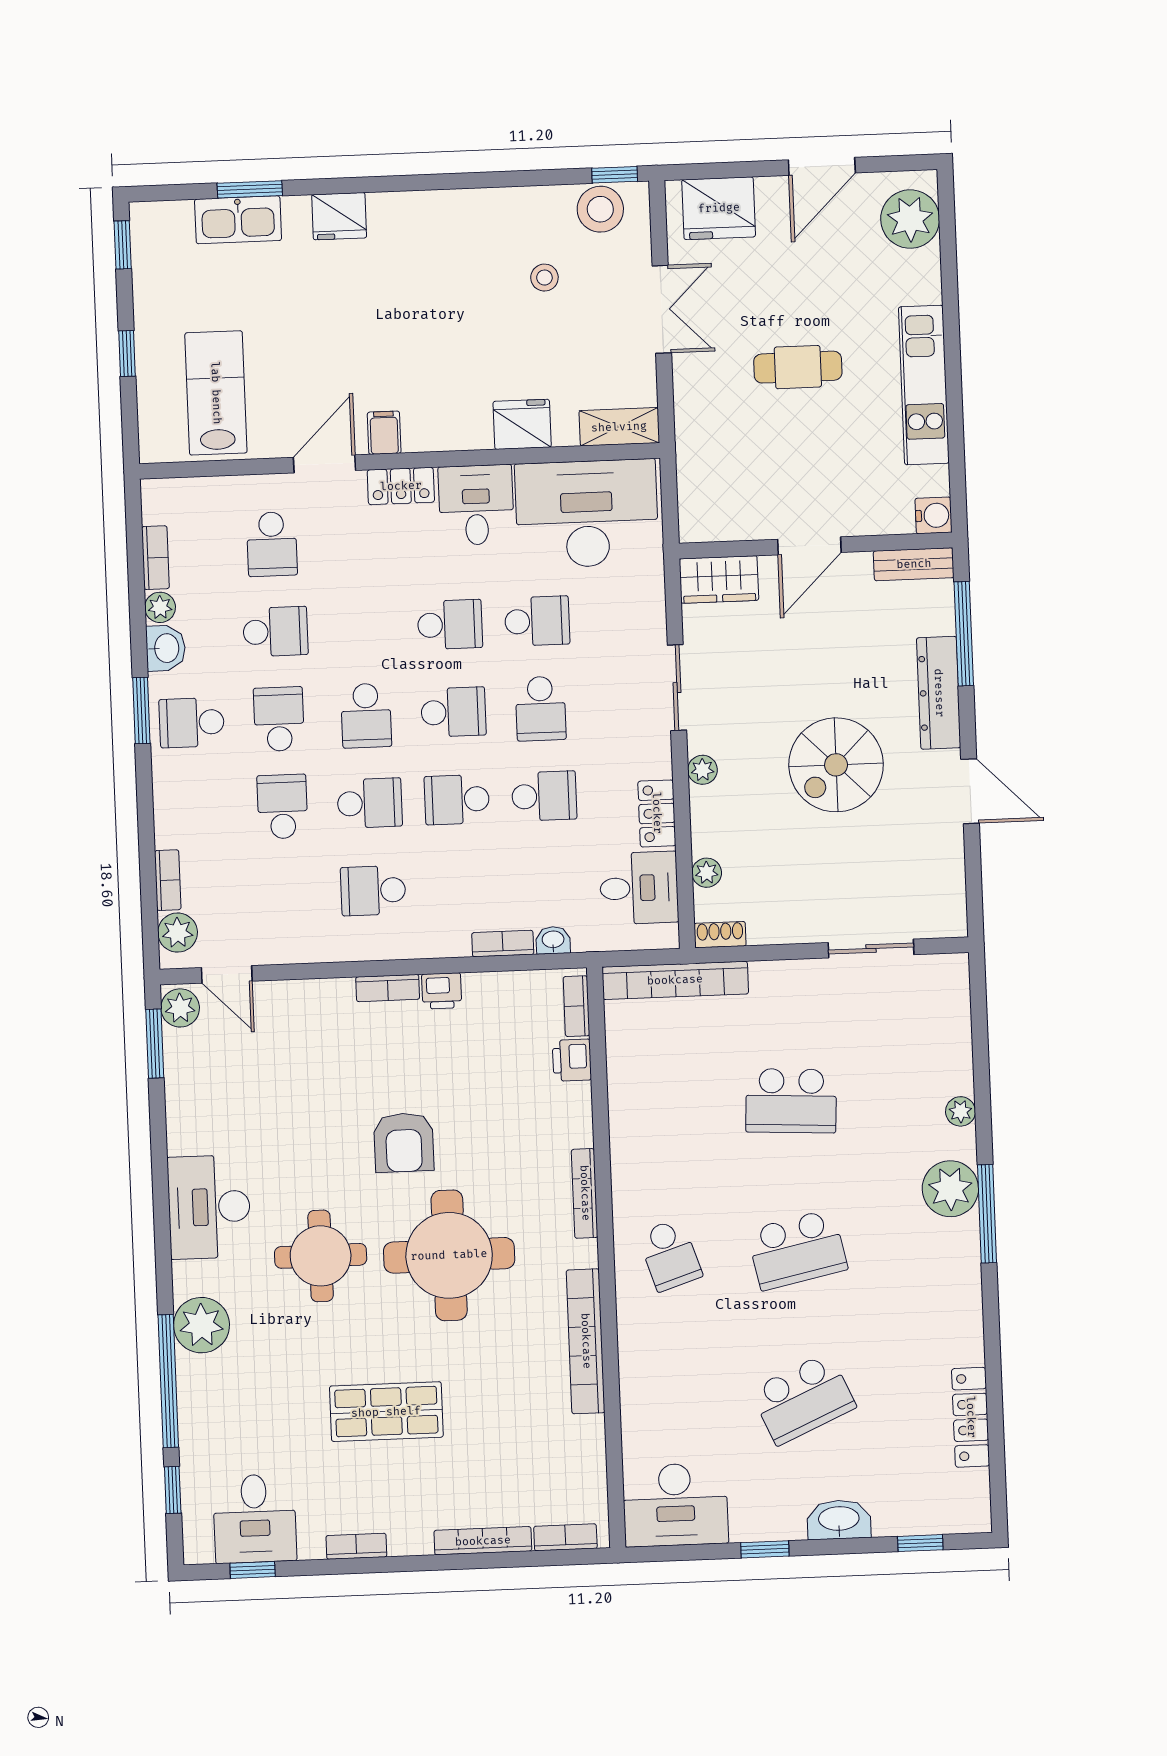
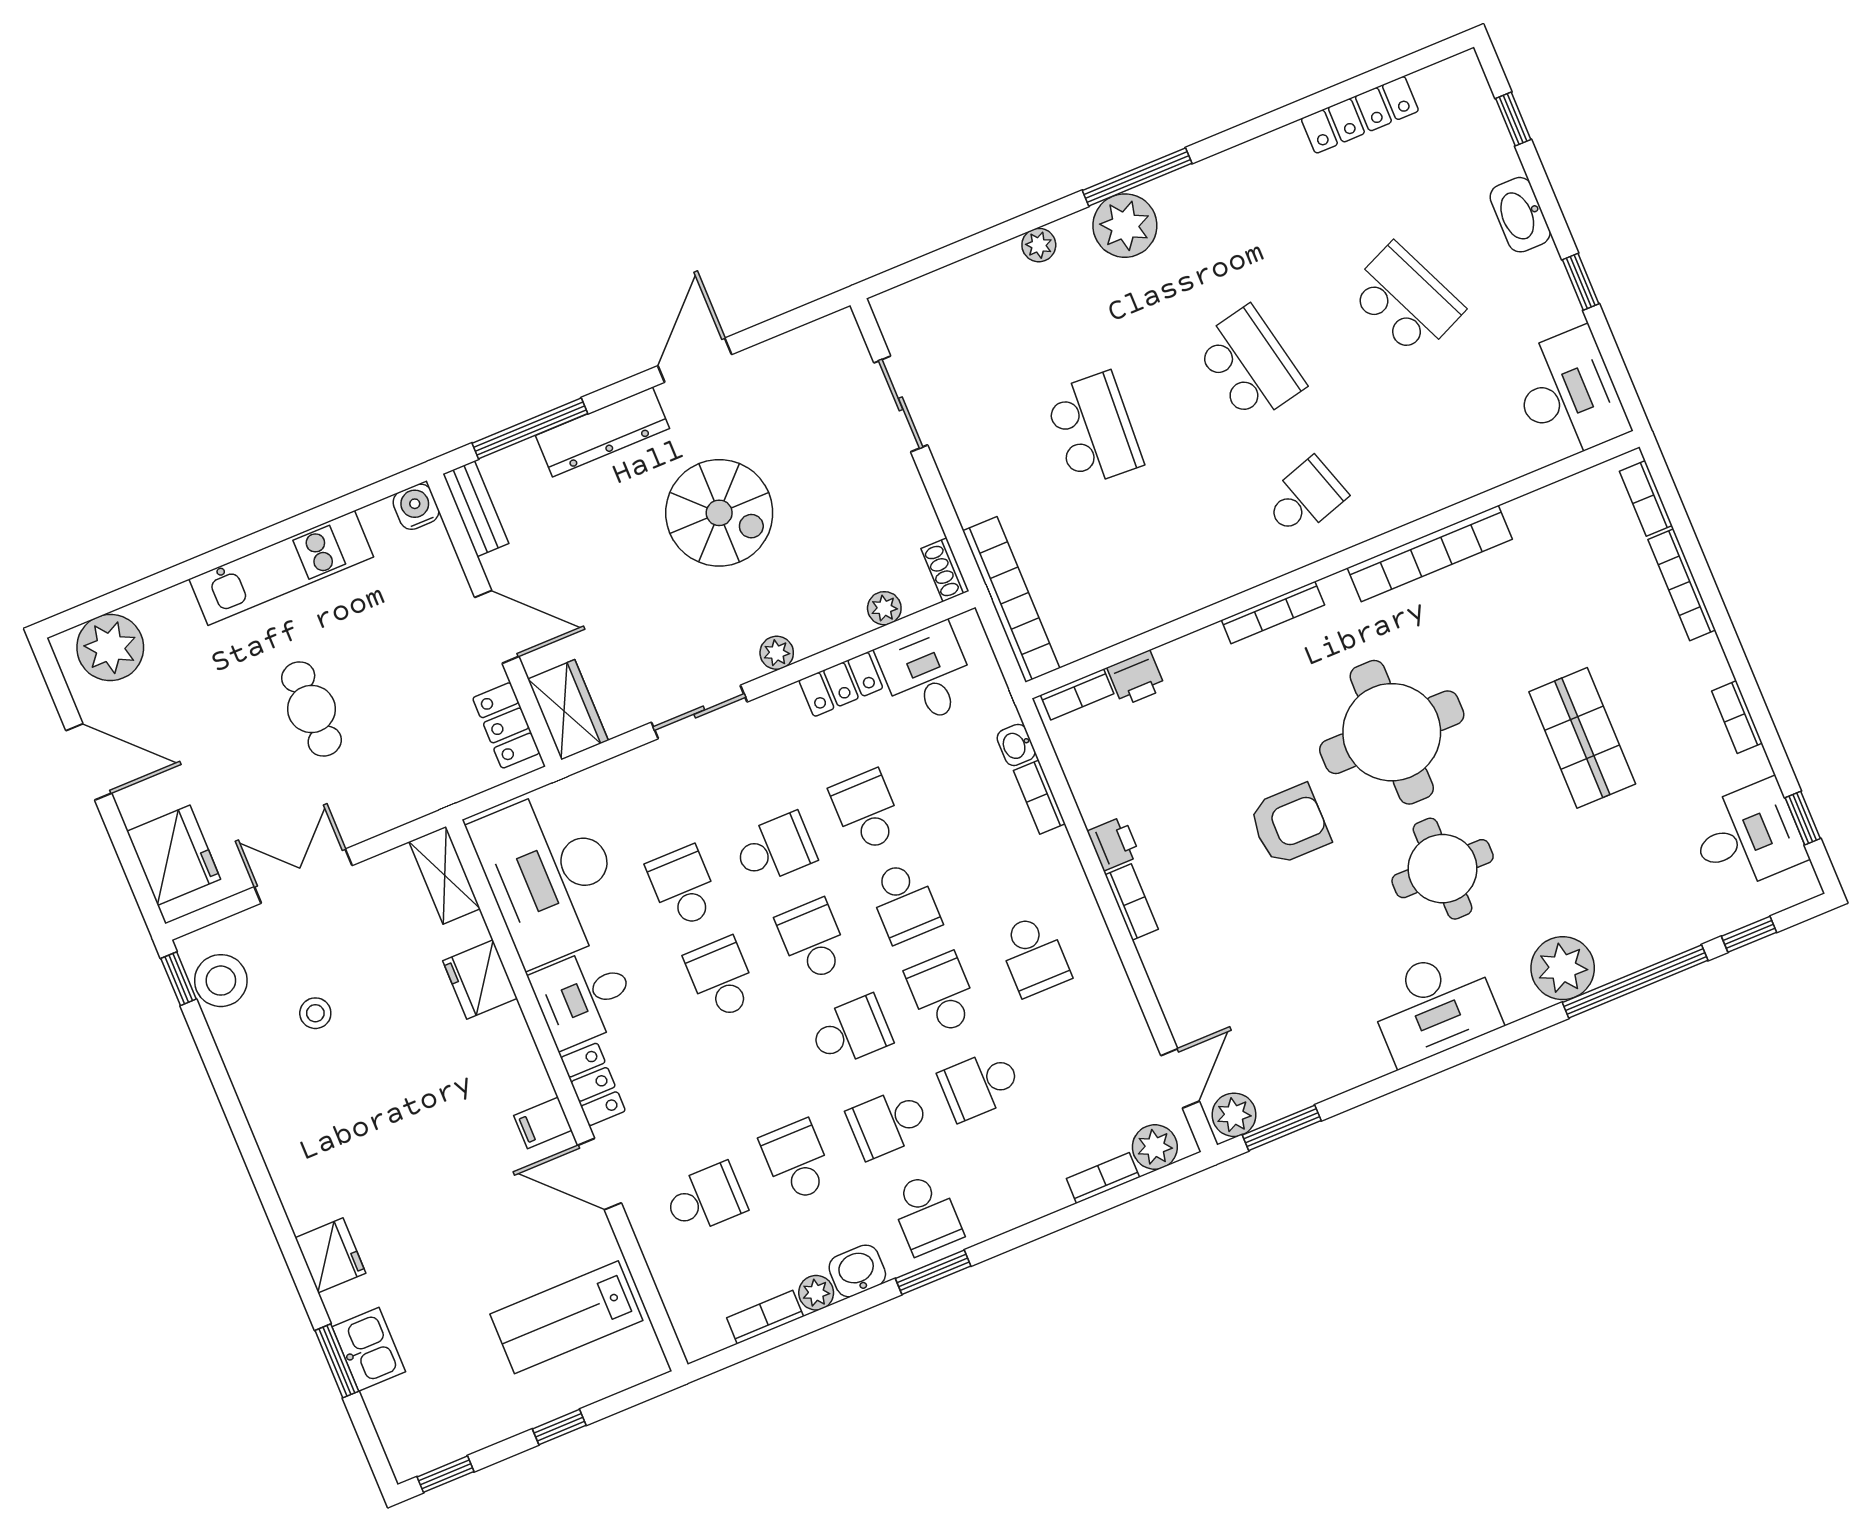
kitchen sink: (238, 220) -> (369, 1349), width x0.73
locker: (725, 523) -> (506, 725), added

